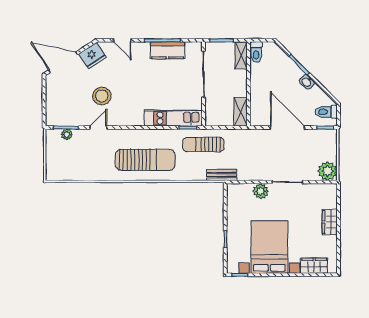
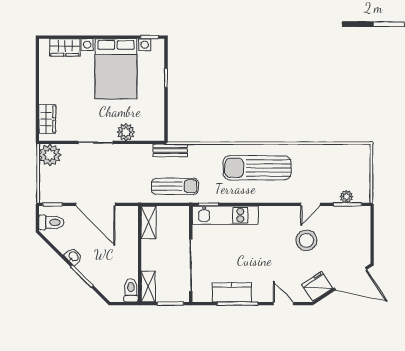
sun lounger: (203, 144) -> (175, 186), moved
wardrobe: (330, 222) -> (47, 119), moved

